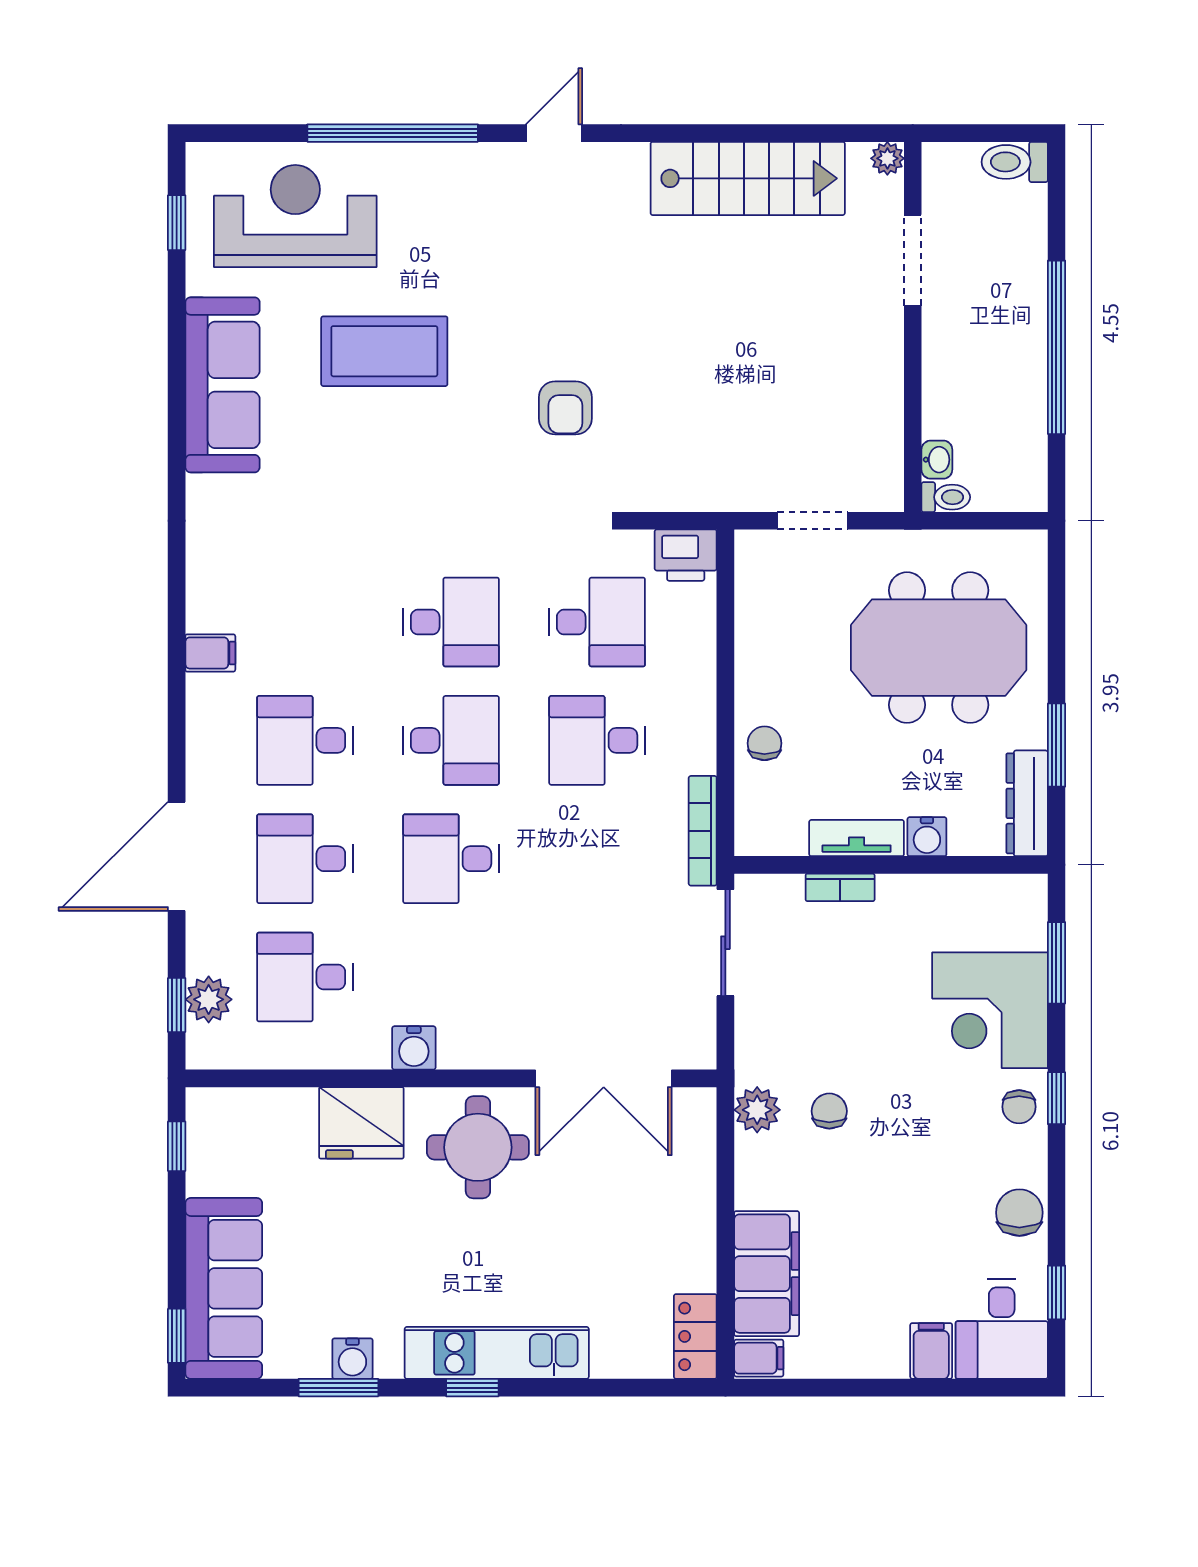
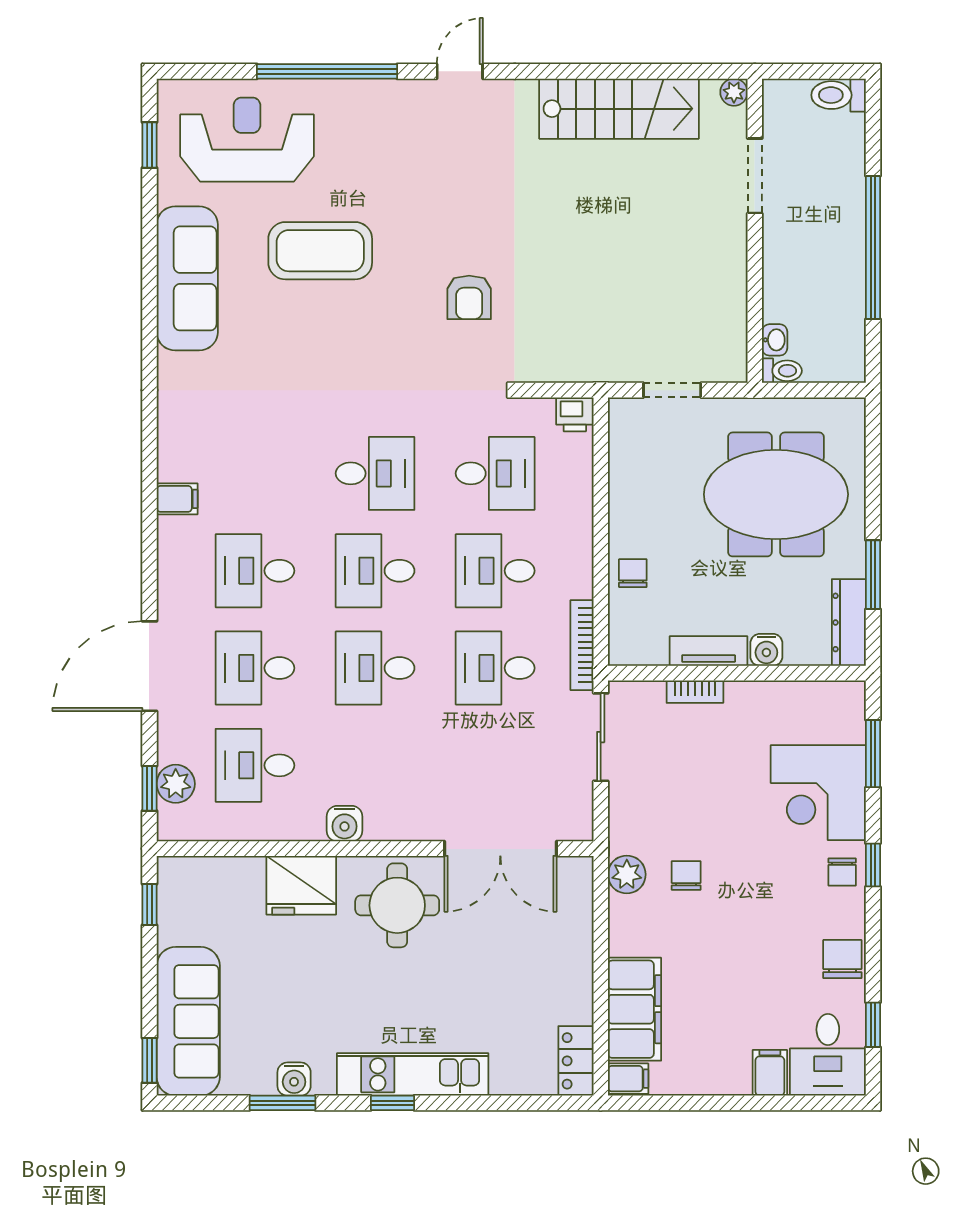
printer: (686, 555) -> (575, 414), width x0.73, depth x0.81
desk: (451, 740) -> (375, 571), turned 180
desk: (597, 859) -> (495, 668), added

